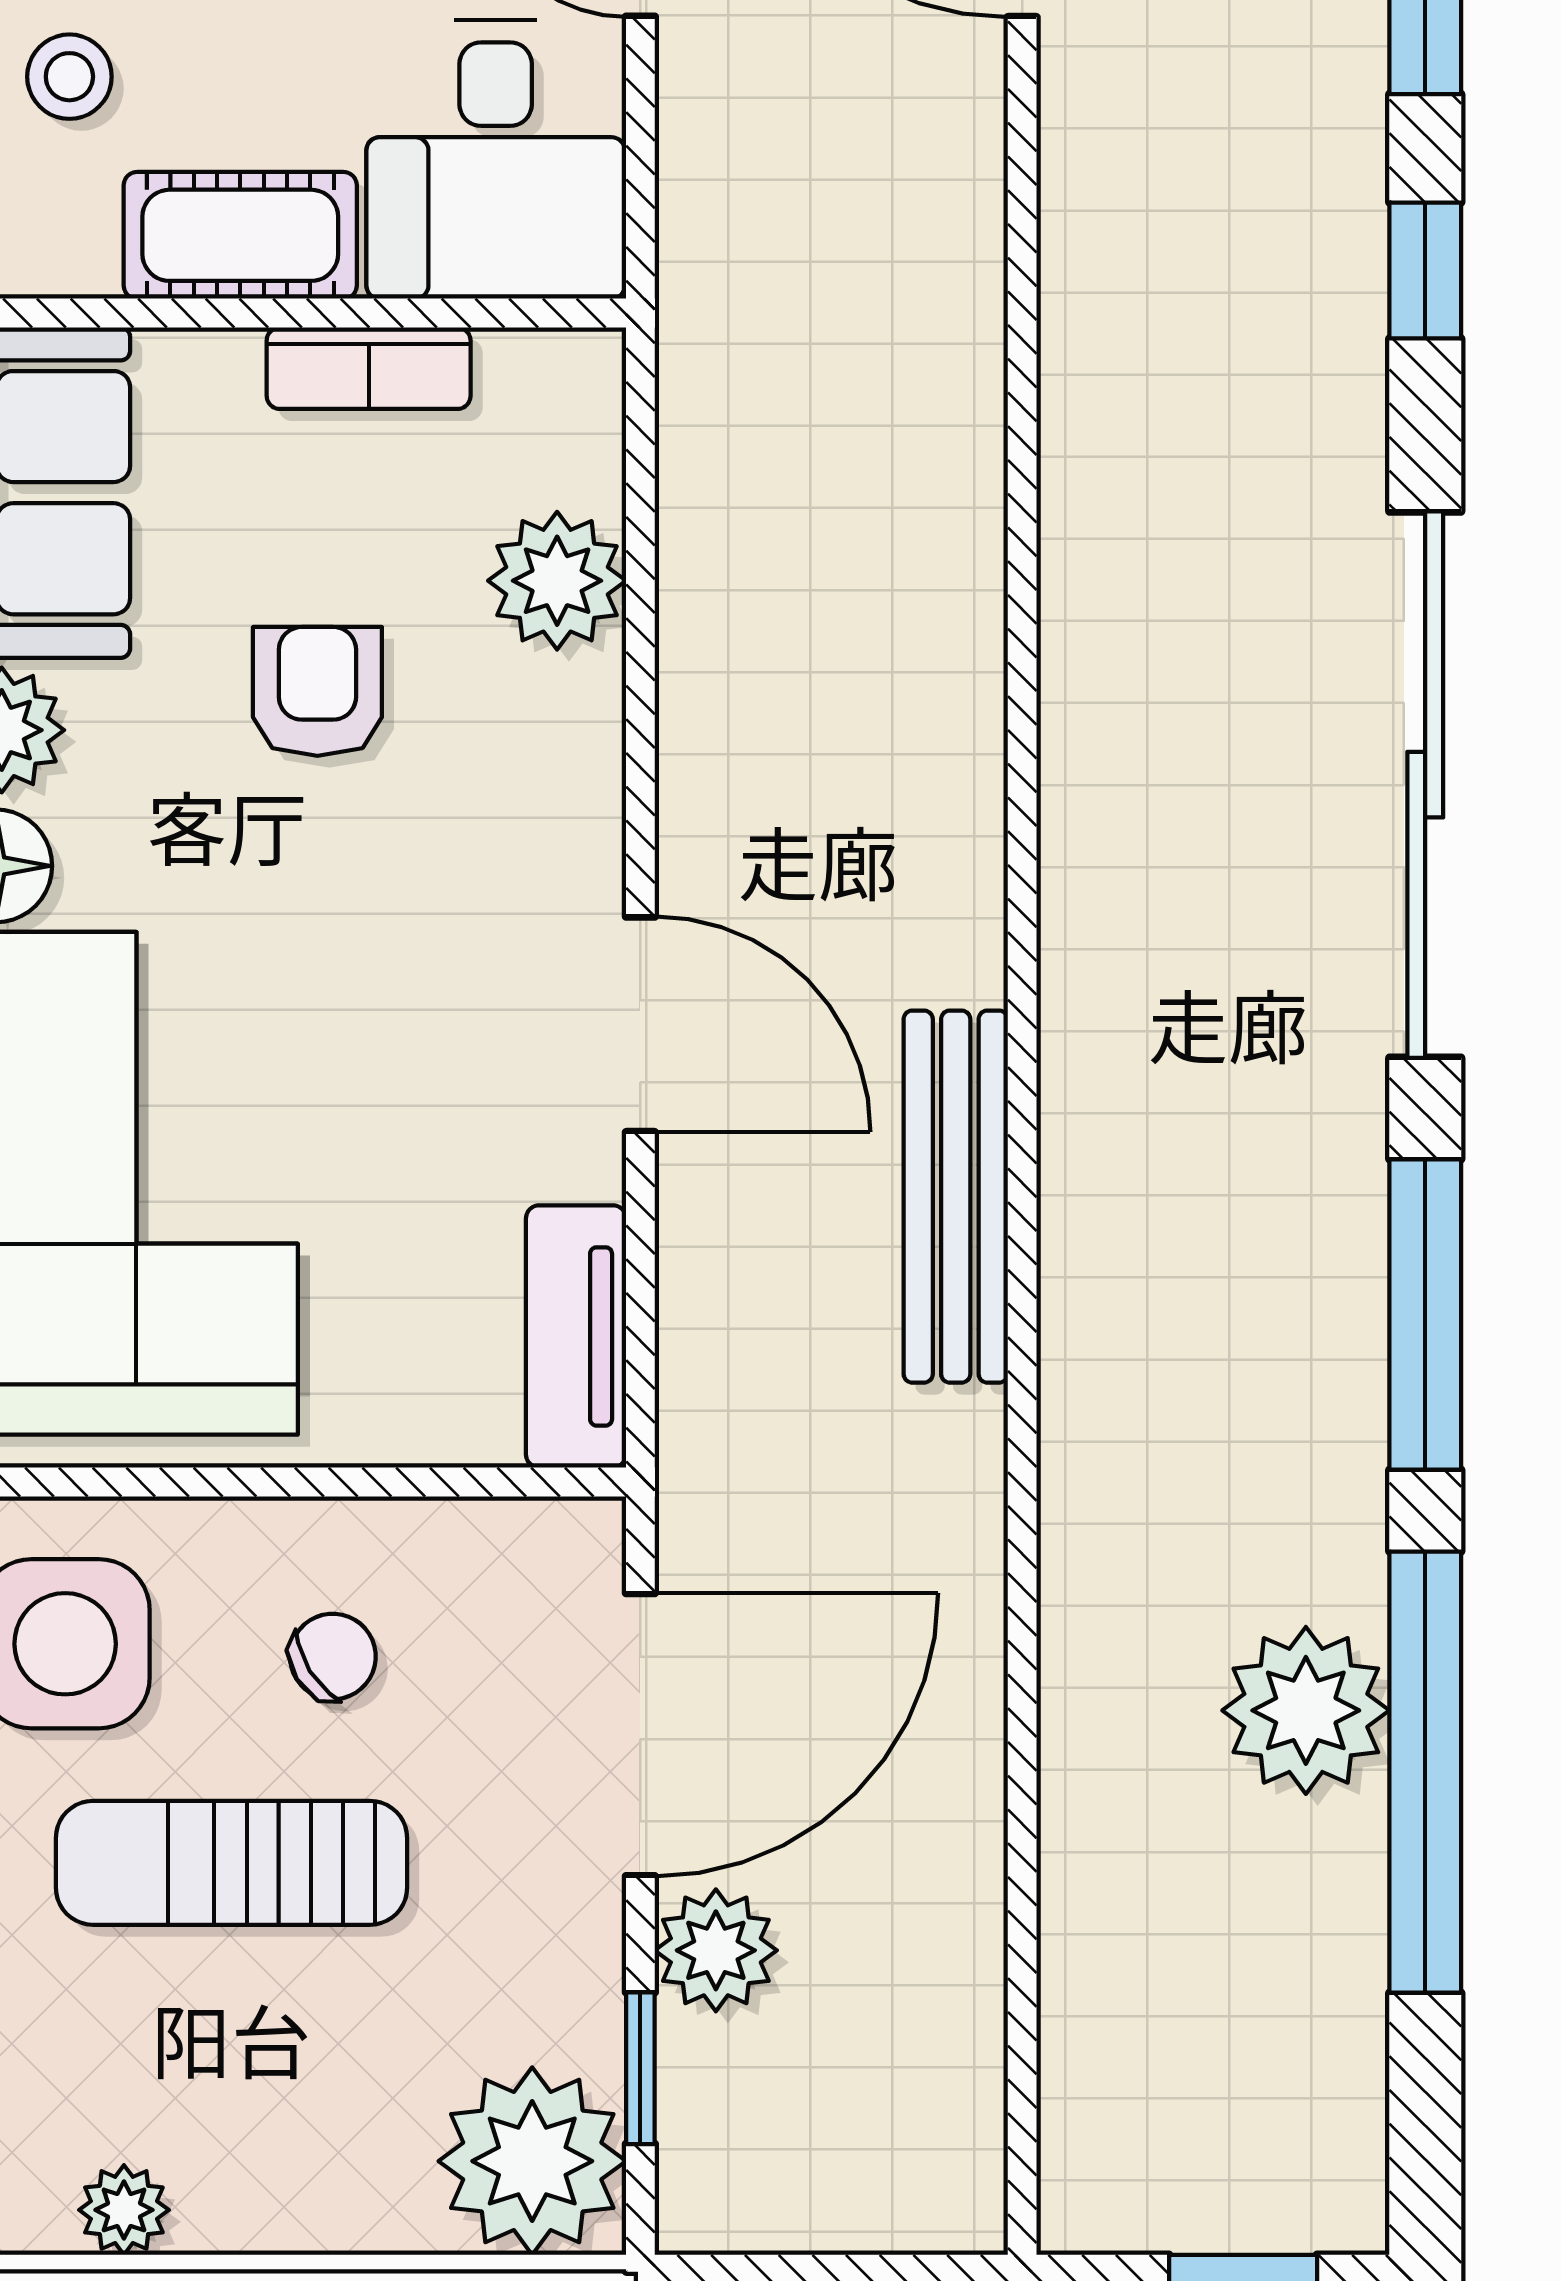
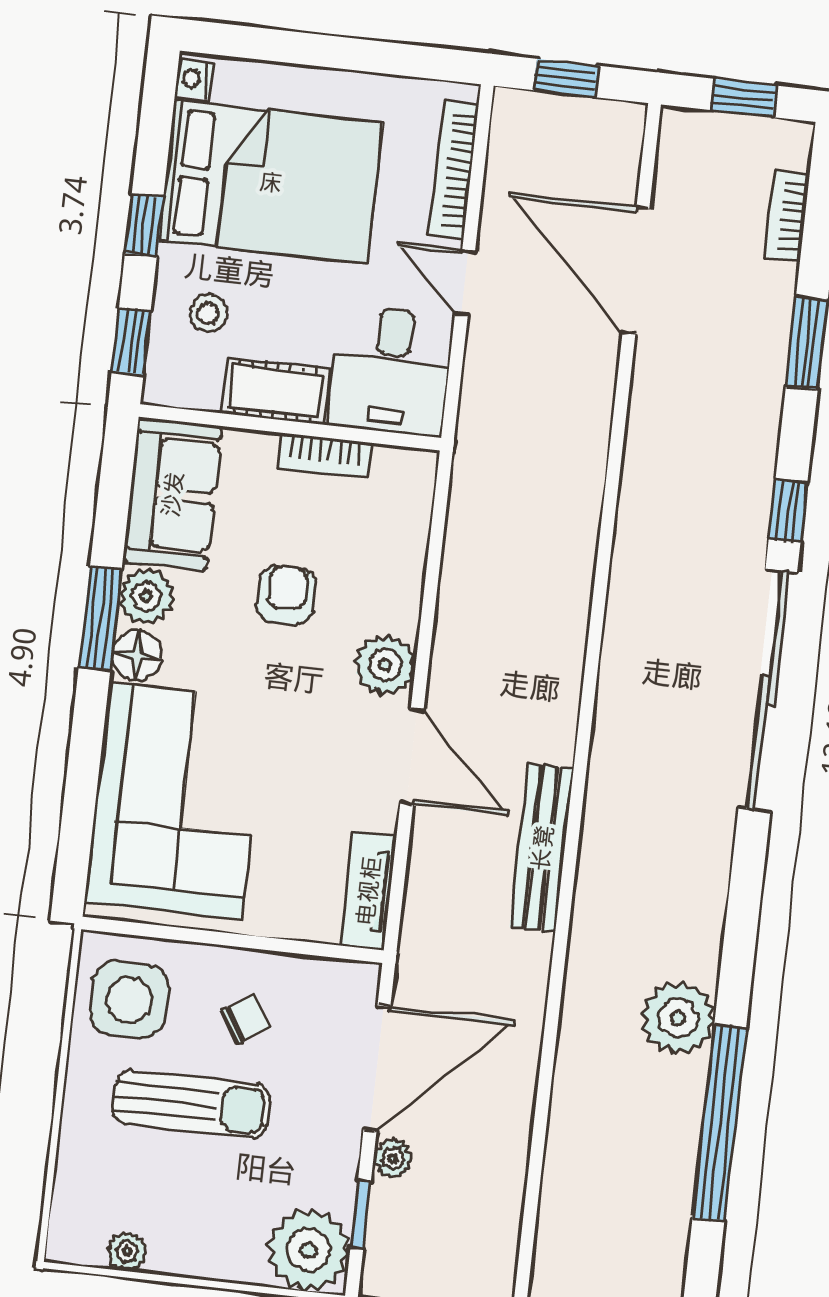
window: (1425, 270) -> (788, 511), moved
plant: (557, 581) -> (385, 665), moved
window: (1425, 1315) -> (742, 923), removed
plant: (1306, 1710) -> (678, 1018), moved
sun lounger: (231, 1863) -> (191, 1104), turned 180
plant: (716, 1950) -> (393, 1158), width x0.73, depth x0.73

